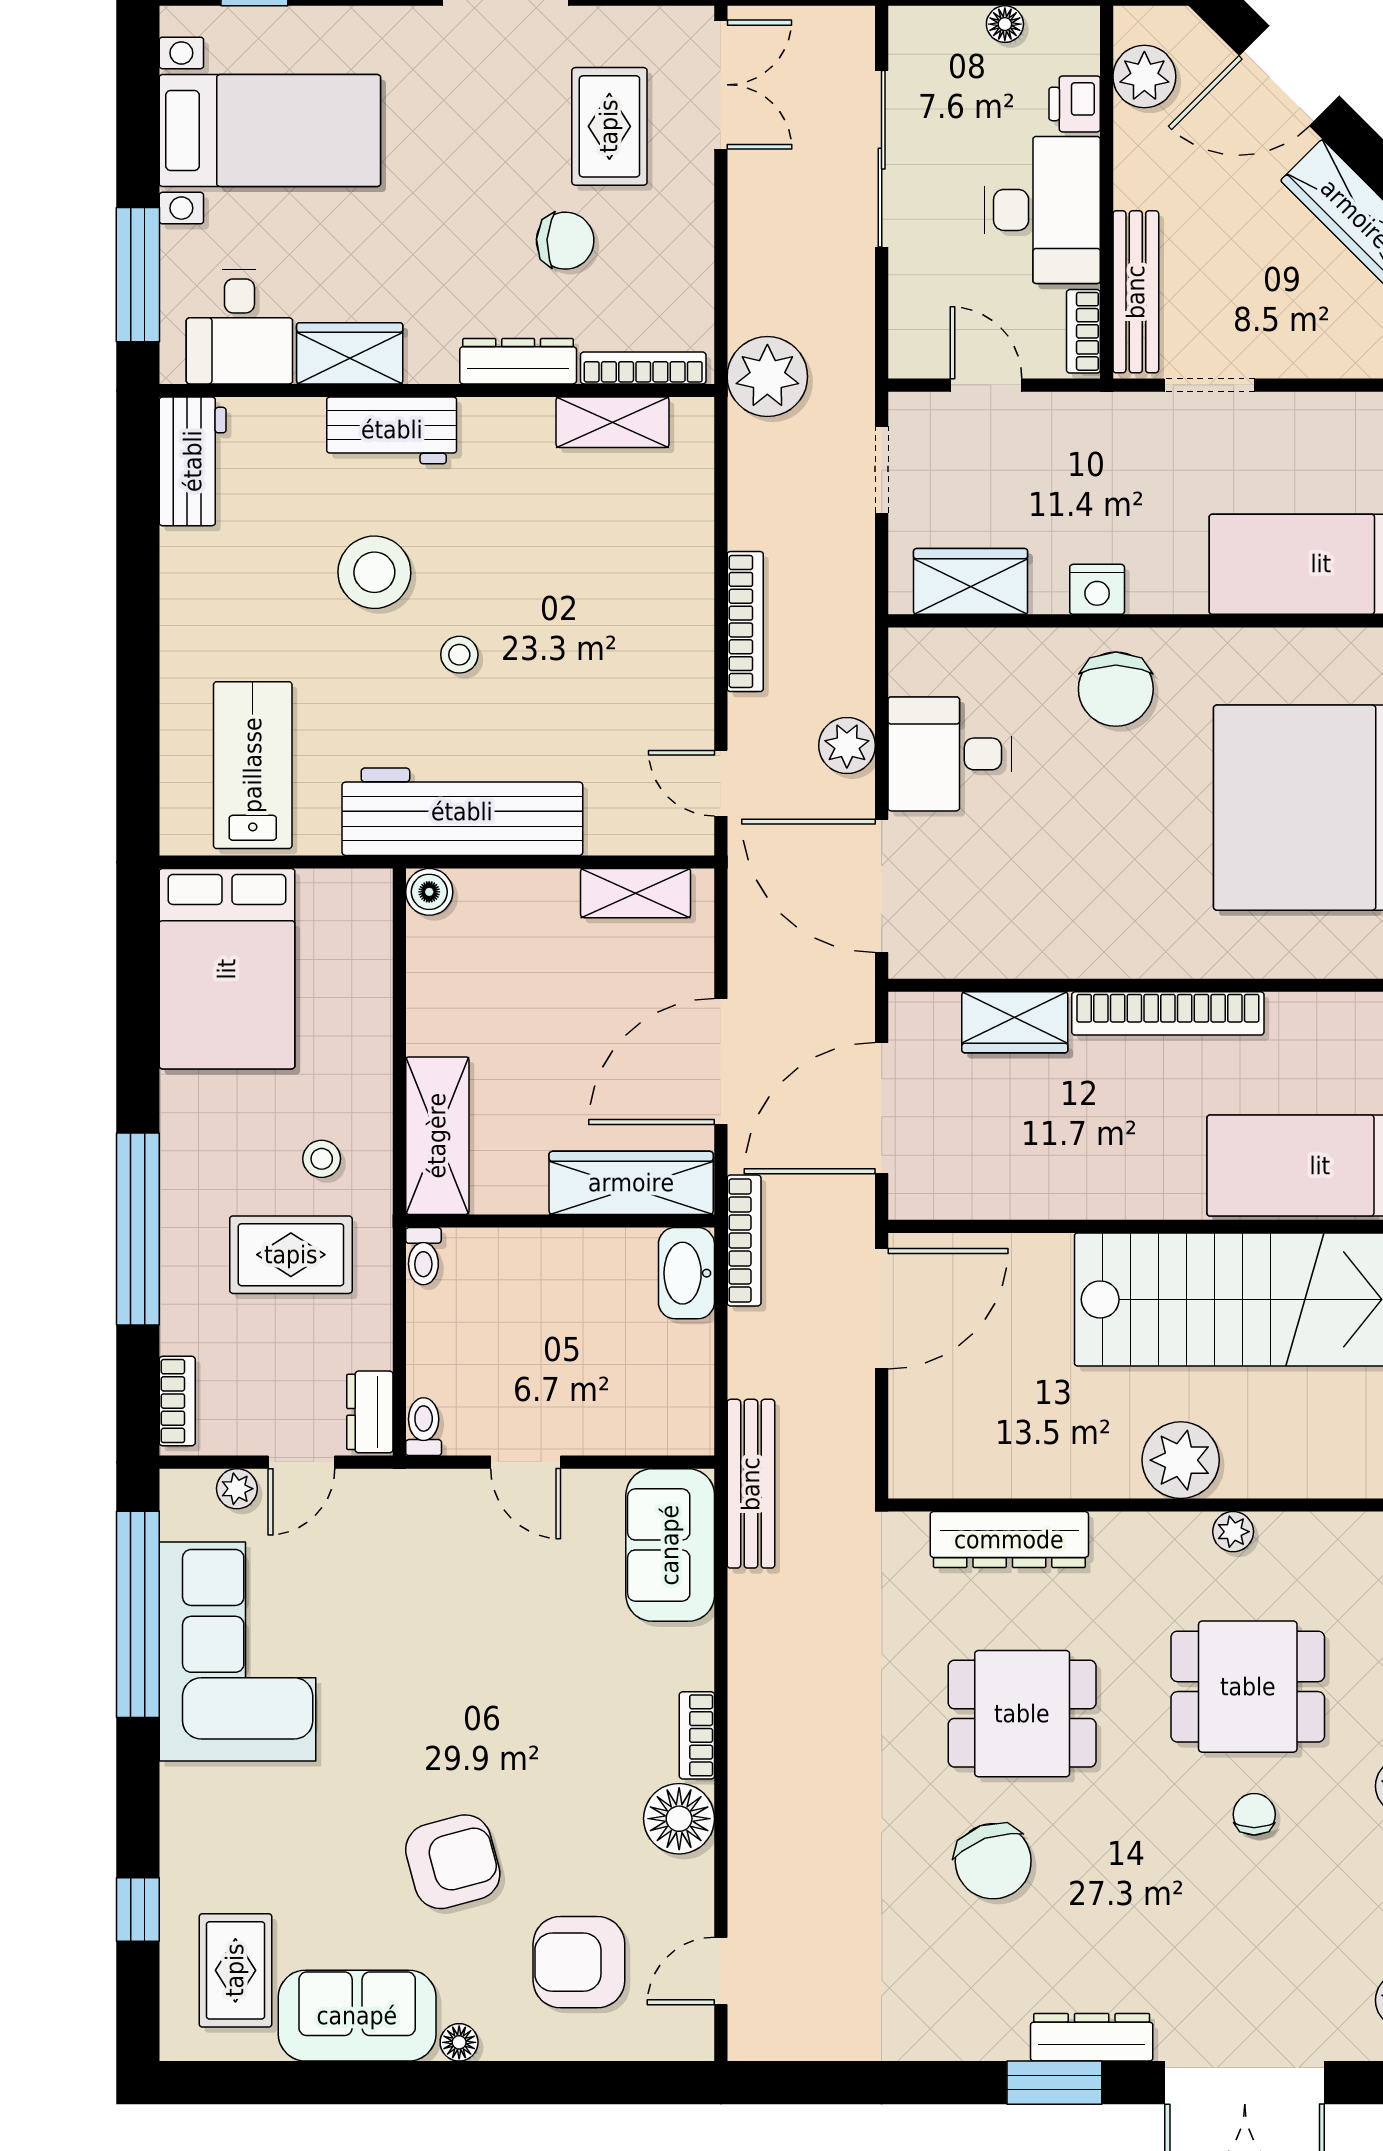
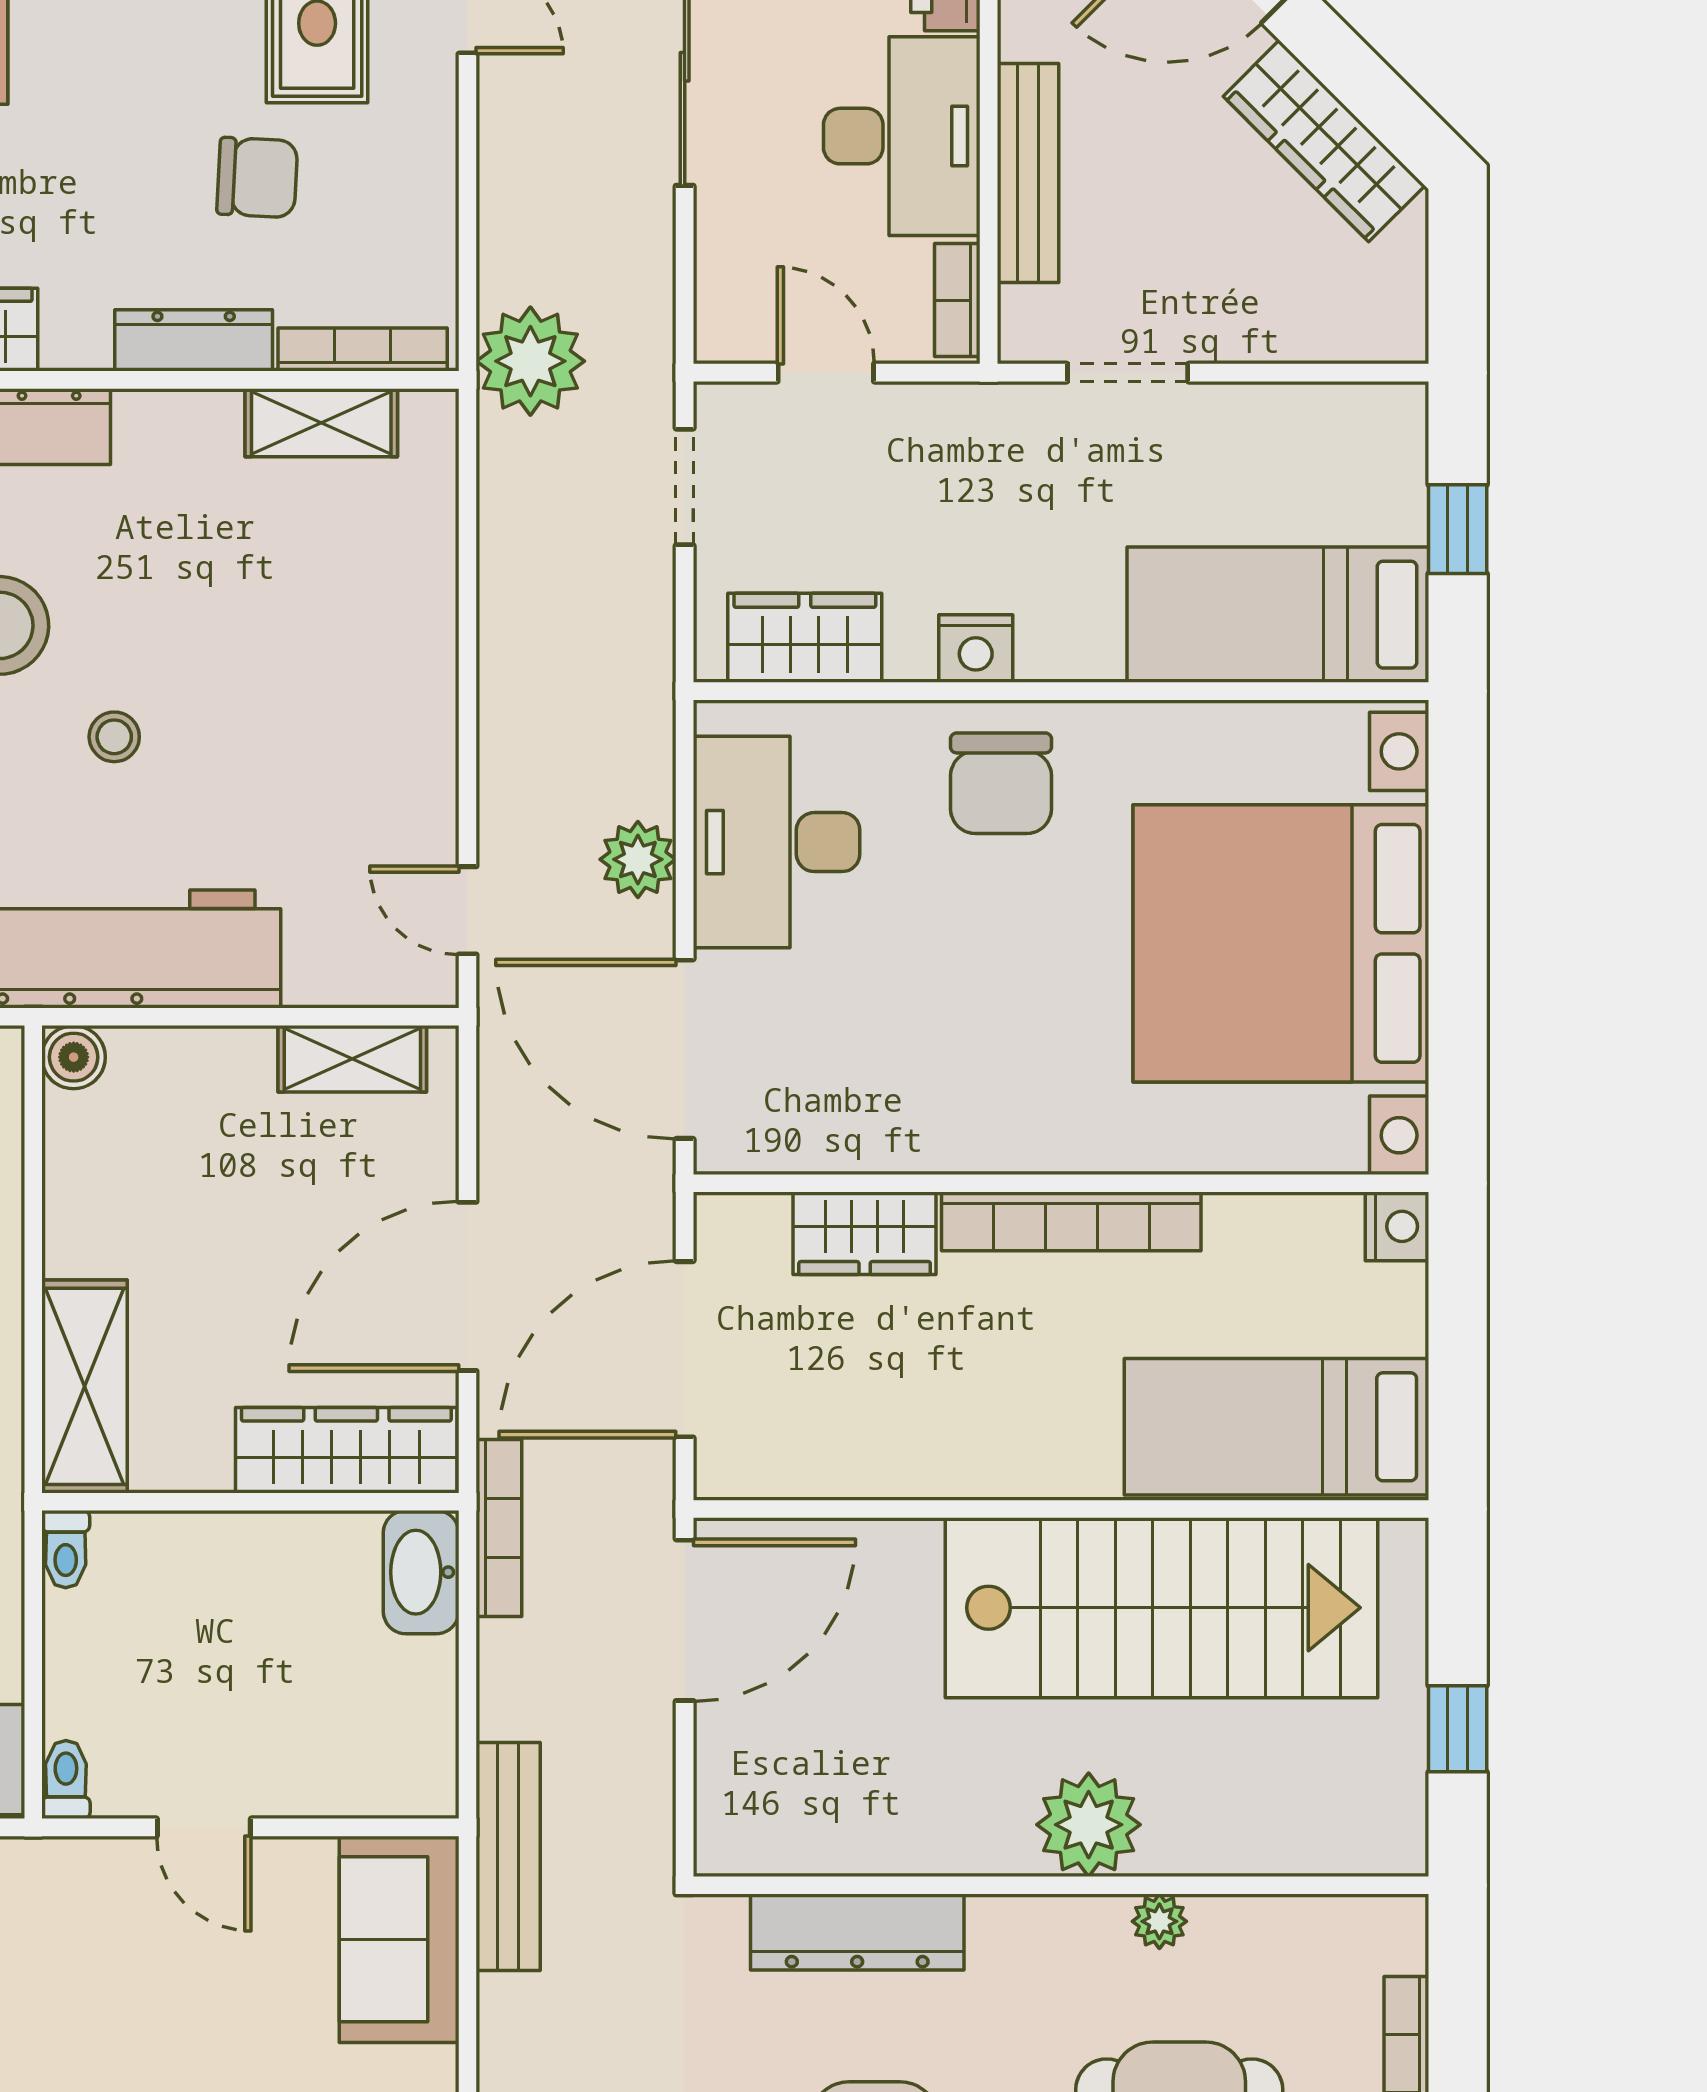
bench: (1136, 292) -> (1028, 173), moved
bookcase: (745, 622) -> (500, 692), removed
desk: (950, 754) -> (776, 842), width x1.37

